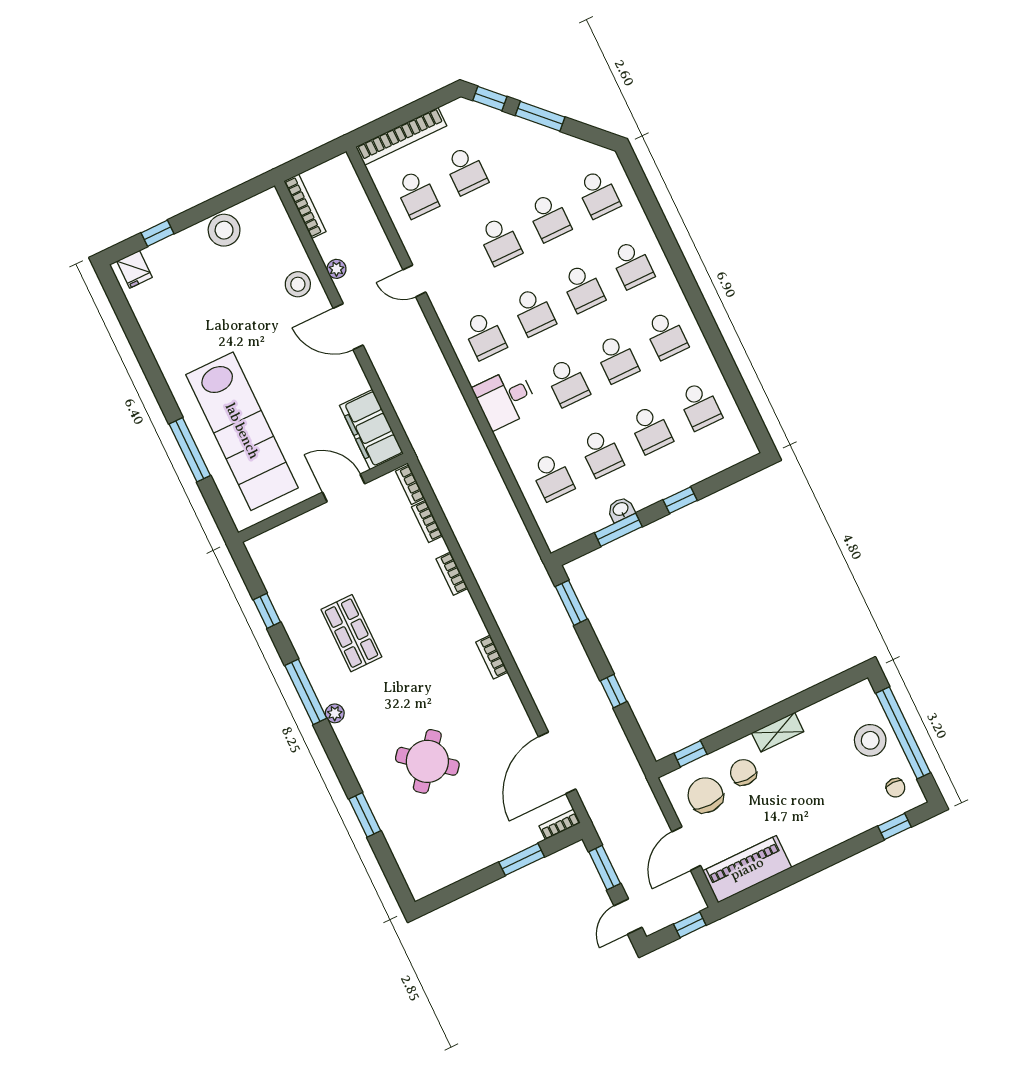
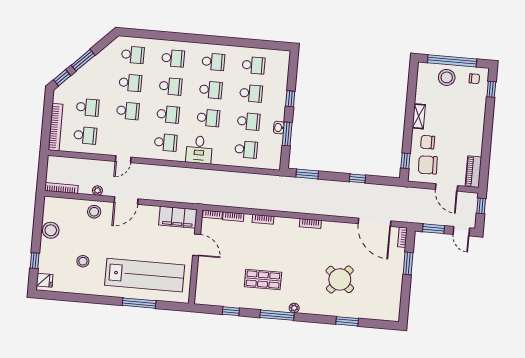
stool: (204, 314) -> (83, 261), added
door: (344, 488) -> (197, 245), swing flipped
piano: (747, 869) -> (473, 172), width x0.73, depth x0.75

